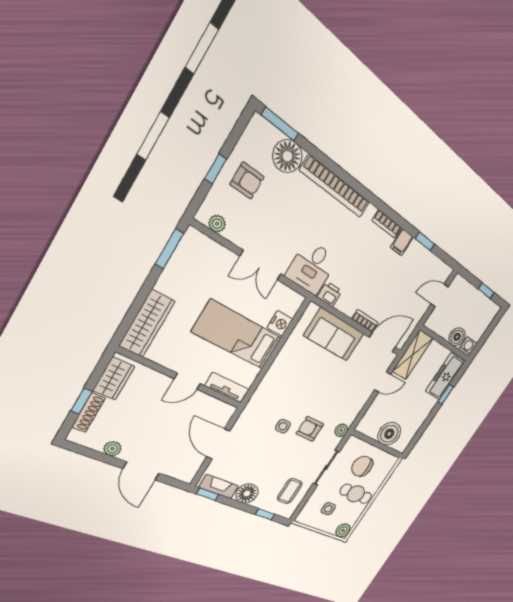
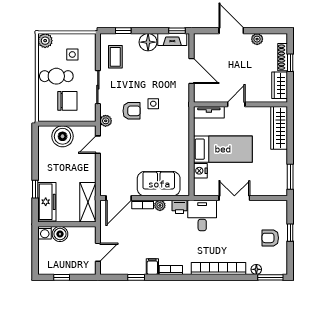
floor lamp: (287, 156) -> (256, 269), width x0.53, depth x0.53
plant: (217, 224) -> (160, 205), moved
door: (383, 382) -> (98, 145), moved

